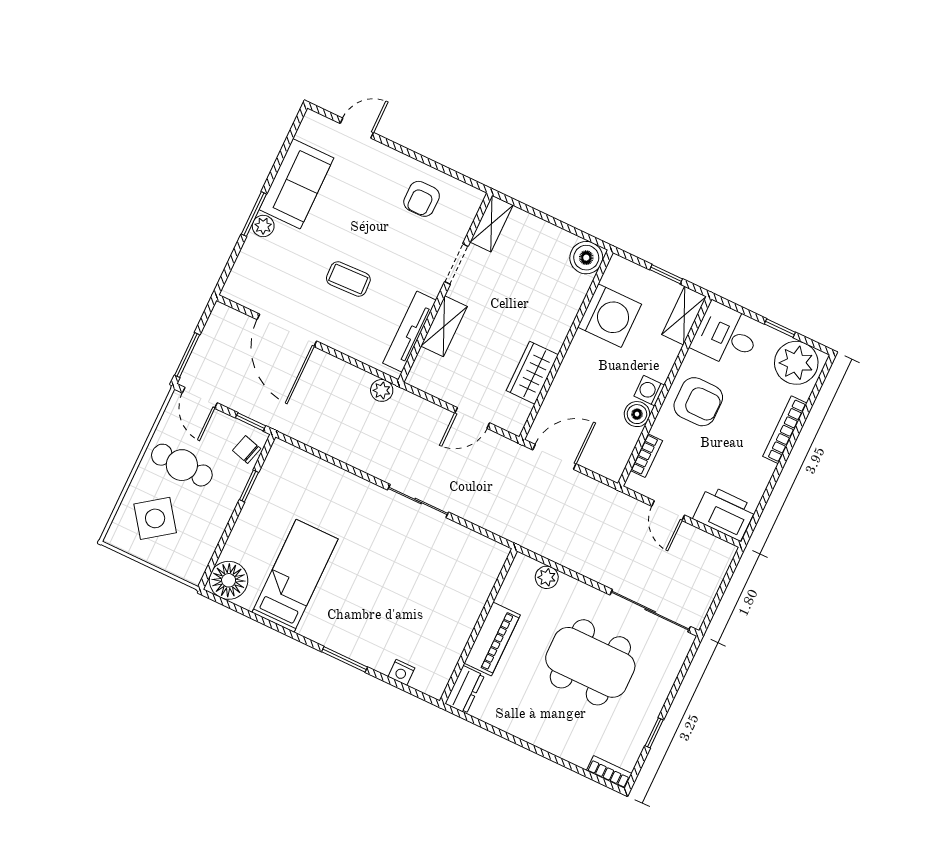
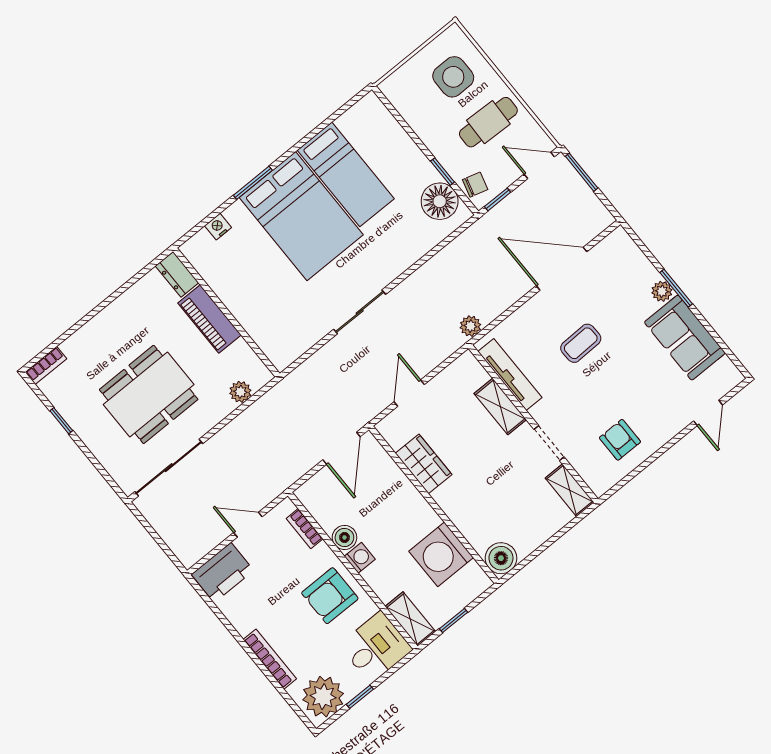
side table: (155, 518) -> (453, 77), turned 36
floor lamp: (229, 580) -> (440, 201), moved
bed: (354, 599) -> (301, 216), added

